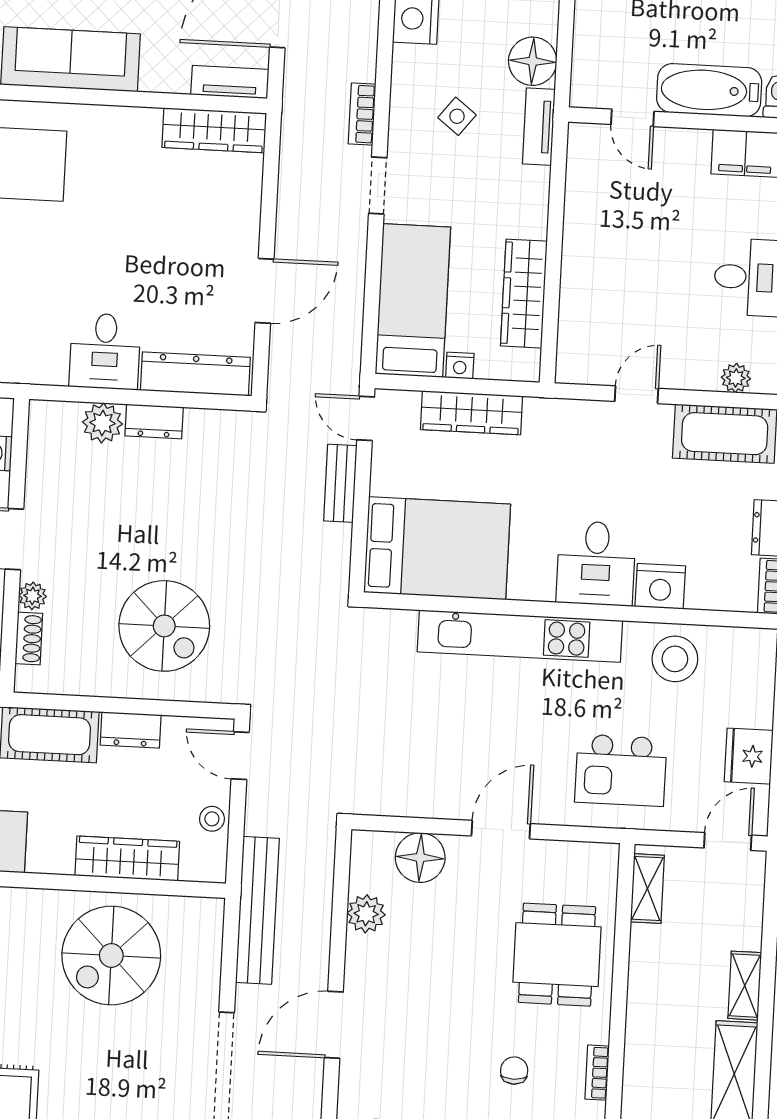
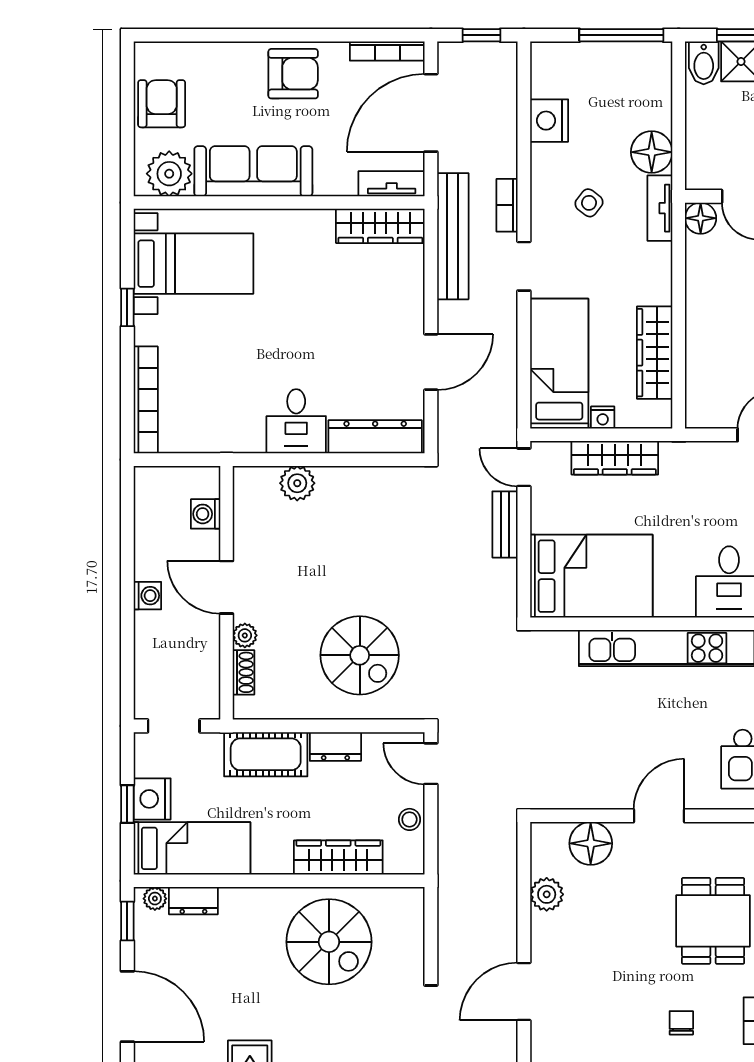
floor lamp: (585, 141) -> (701, 218), added
dresser: (154, 421) -> (342, 480), removed
bench: (257, 910) -> (453, 236), moved
spiral stairs: (111, 955) -> (329, 942), turned -90

